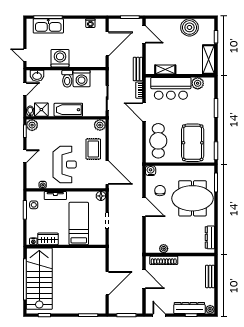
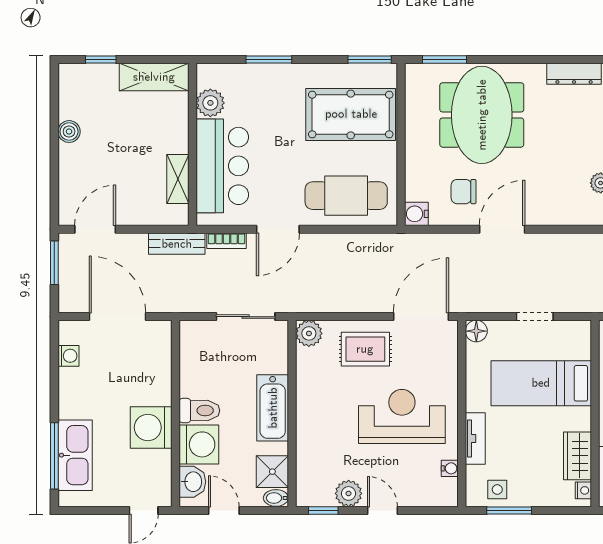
boiler: (189, 27) -> (69, 132), width x0.54, depth x0.54
washing machine: (82, 78) -> (199, 444), moved
plant: (32, 125) -> (349, 493), moved

